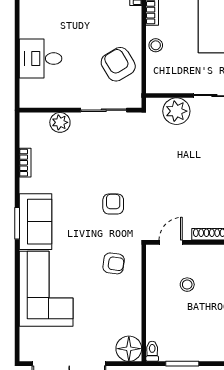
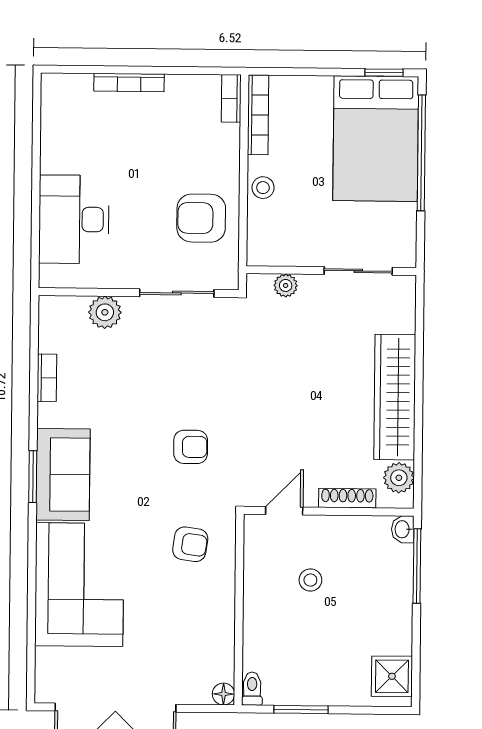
desk: (40, 59) -> (74, 219), width x1.37
armchair: (118, 64) -> (201, 218), turned -59
plant: (176, 111) -> (286, 285), width x0.53, depth x0.53
armchair: (113, 204) -> (191, 447), turned 90
floor lamp: (129, 349) -> (223, 694), width x0.53, depth x0.53

